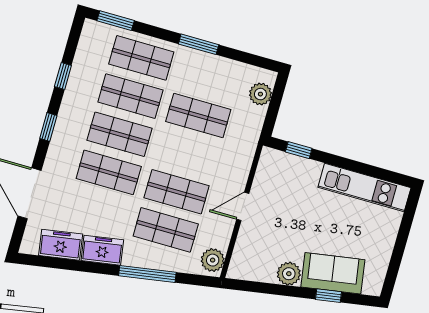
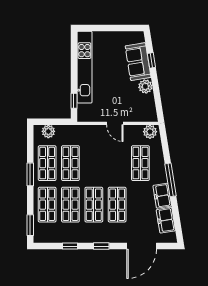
kitchen unit: (364, 187) -> (84, 67), width x1.36
shop shelf: (177, 192) -> (47, 163), moved
window: (147, 274) -> (170, 180), moved

